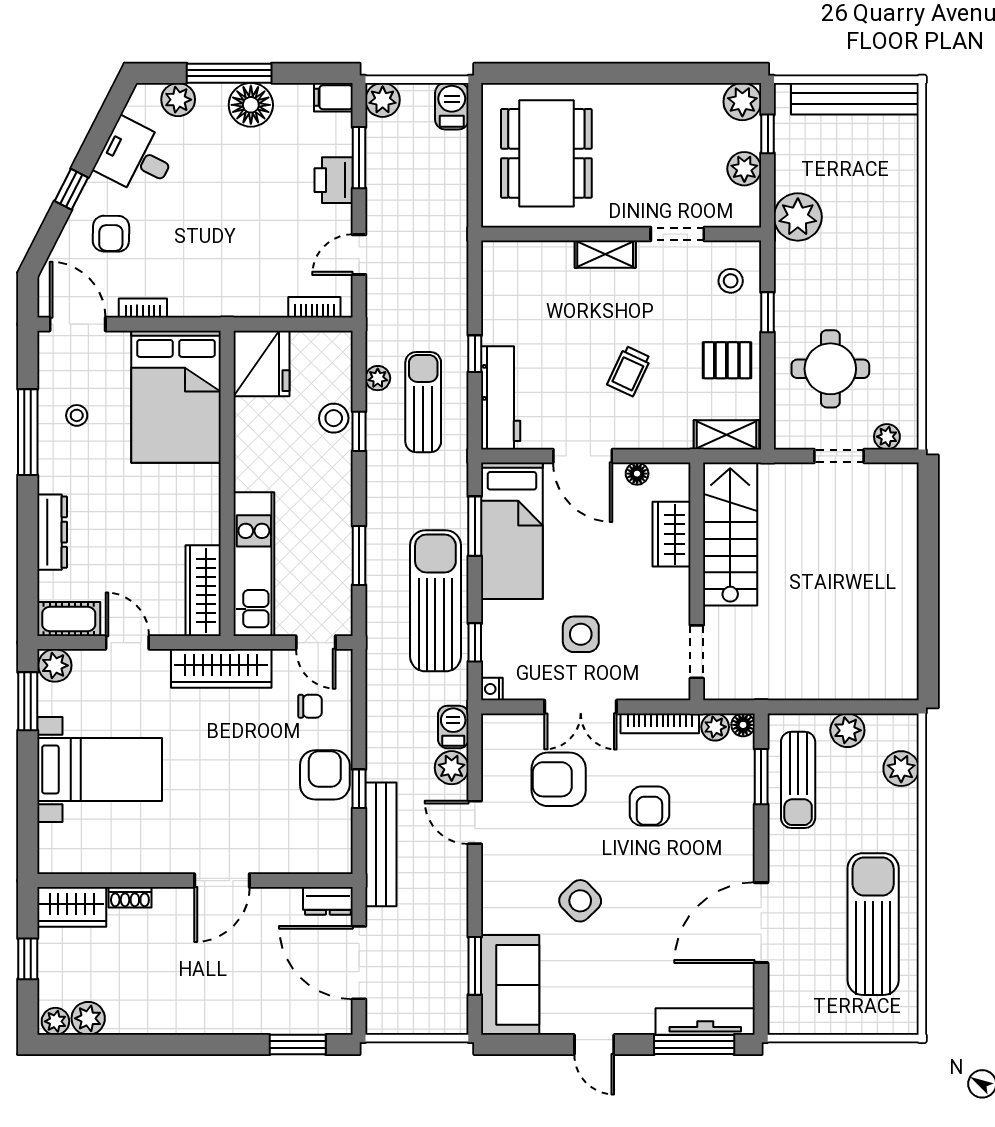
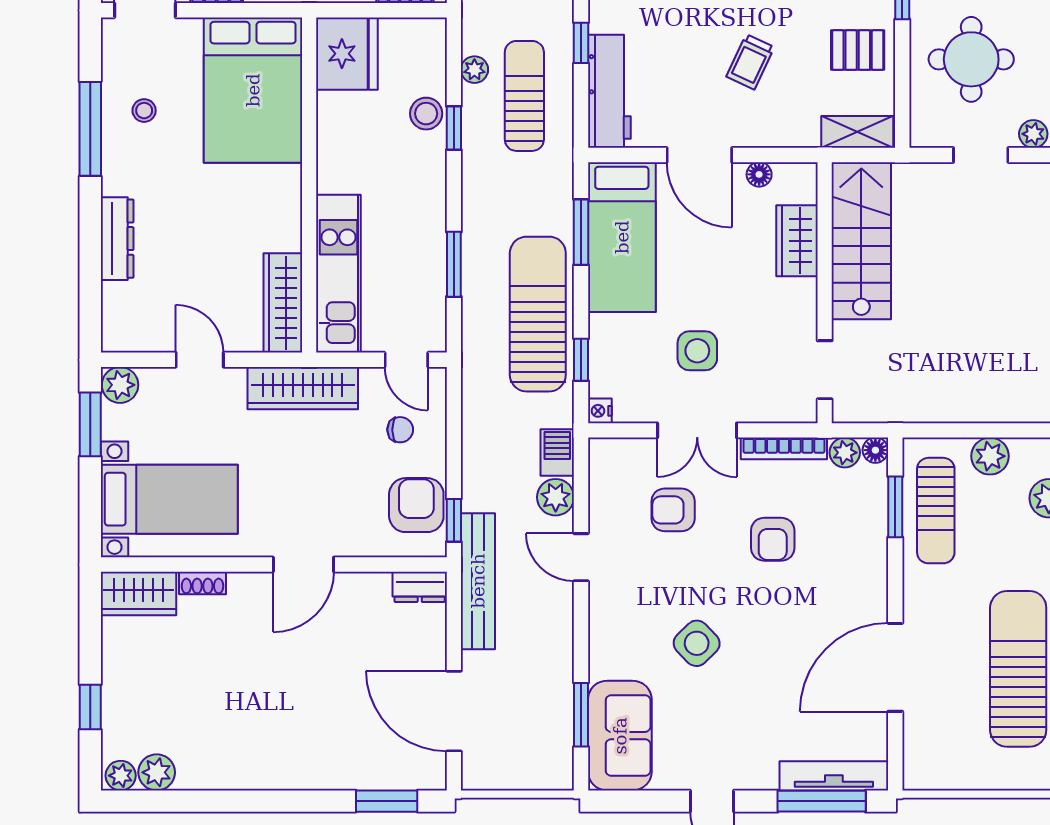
cot: (69, 619) -> (135, 334), removed
armchair: (559, 779) -> (673, 510), width x0.72, depth x0.72
wall: (195, 881) -> (274, 565), moved
door: (222, 881) -> (303, 565), moved
shoe rack: (130, 897) -> (202, 583), moved
dresser: (328, 901) -> (420, 587), moved
wardrobe: (72, 907) -> (139, 593), moved

